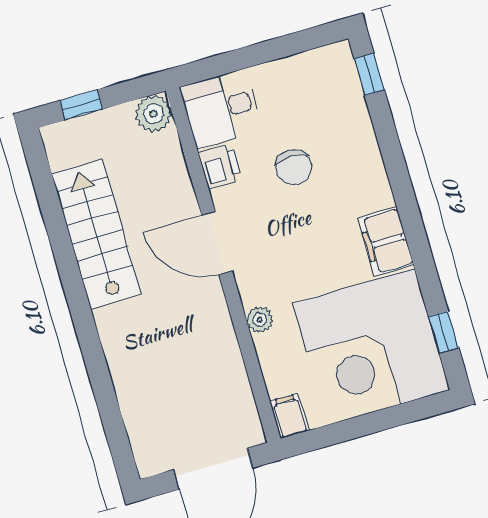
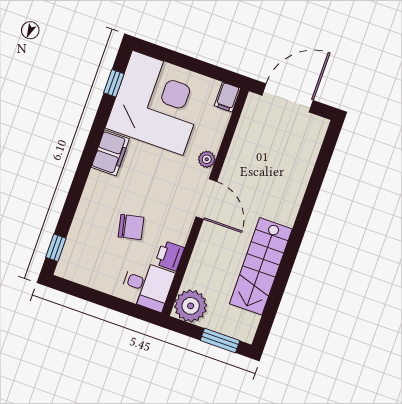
window: (81, 105) -> (220, 341), width x1.50
plant: (153, 114) -> (191, 306), width x1.36, depth x1.36
chair: (294, 167) -> (131, 227), turned 78
door: (217, 243) -> (206, 199), moved

